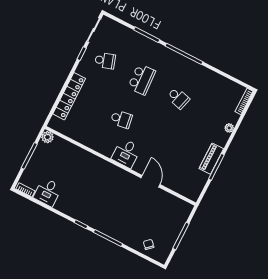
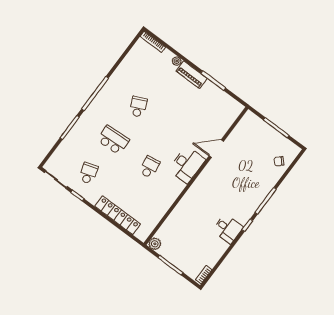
school desk: (178, 98) -> (138, 107), turned -39
desk: (126, 153) -> (187, 165), width x1.37
piano: (211, 159) -> (192, 75), moved
desk: (48, 192) -> (228, 229), moved

